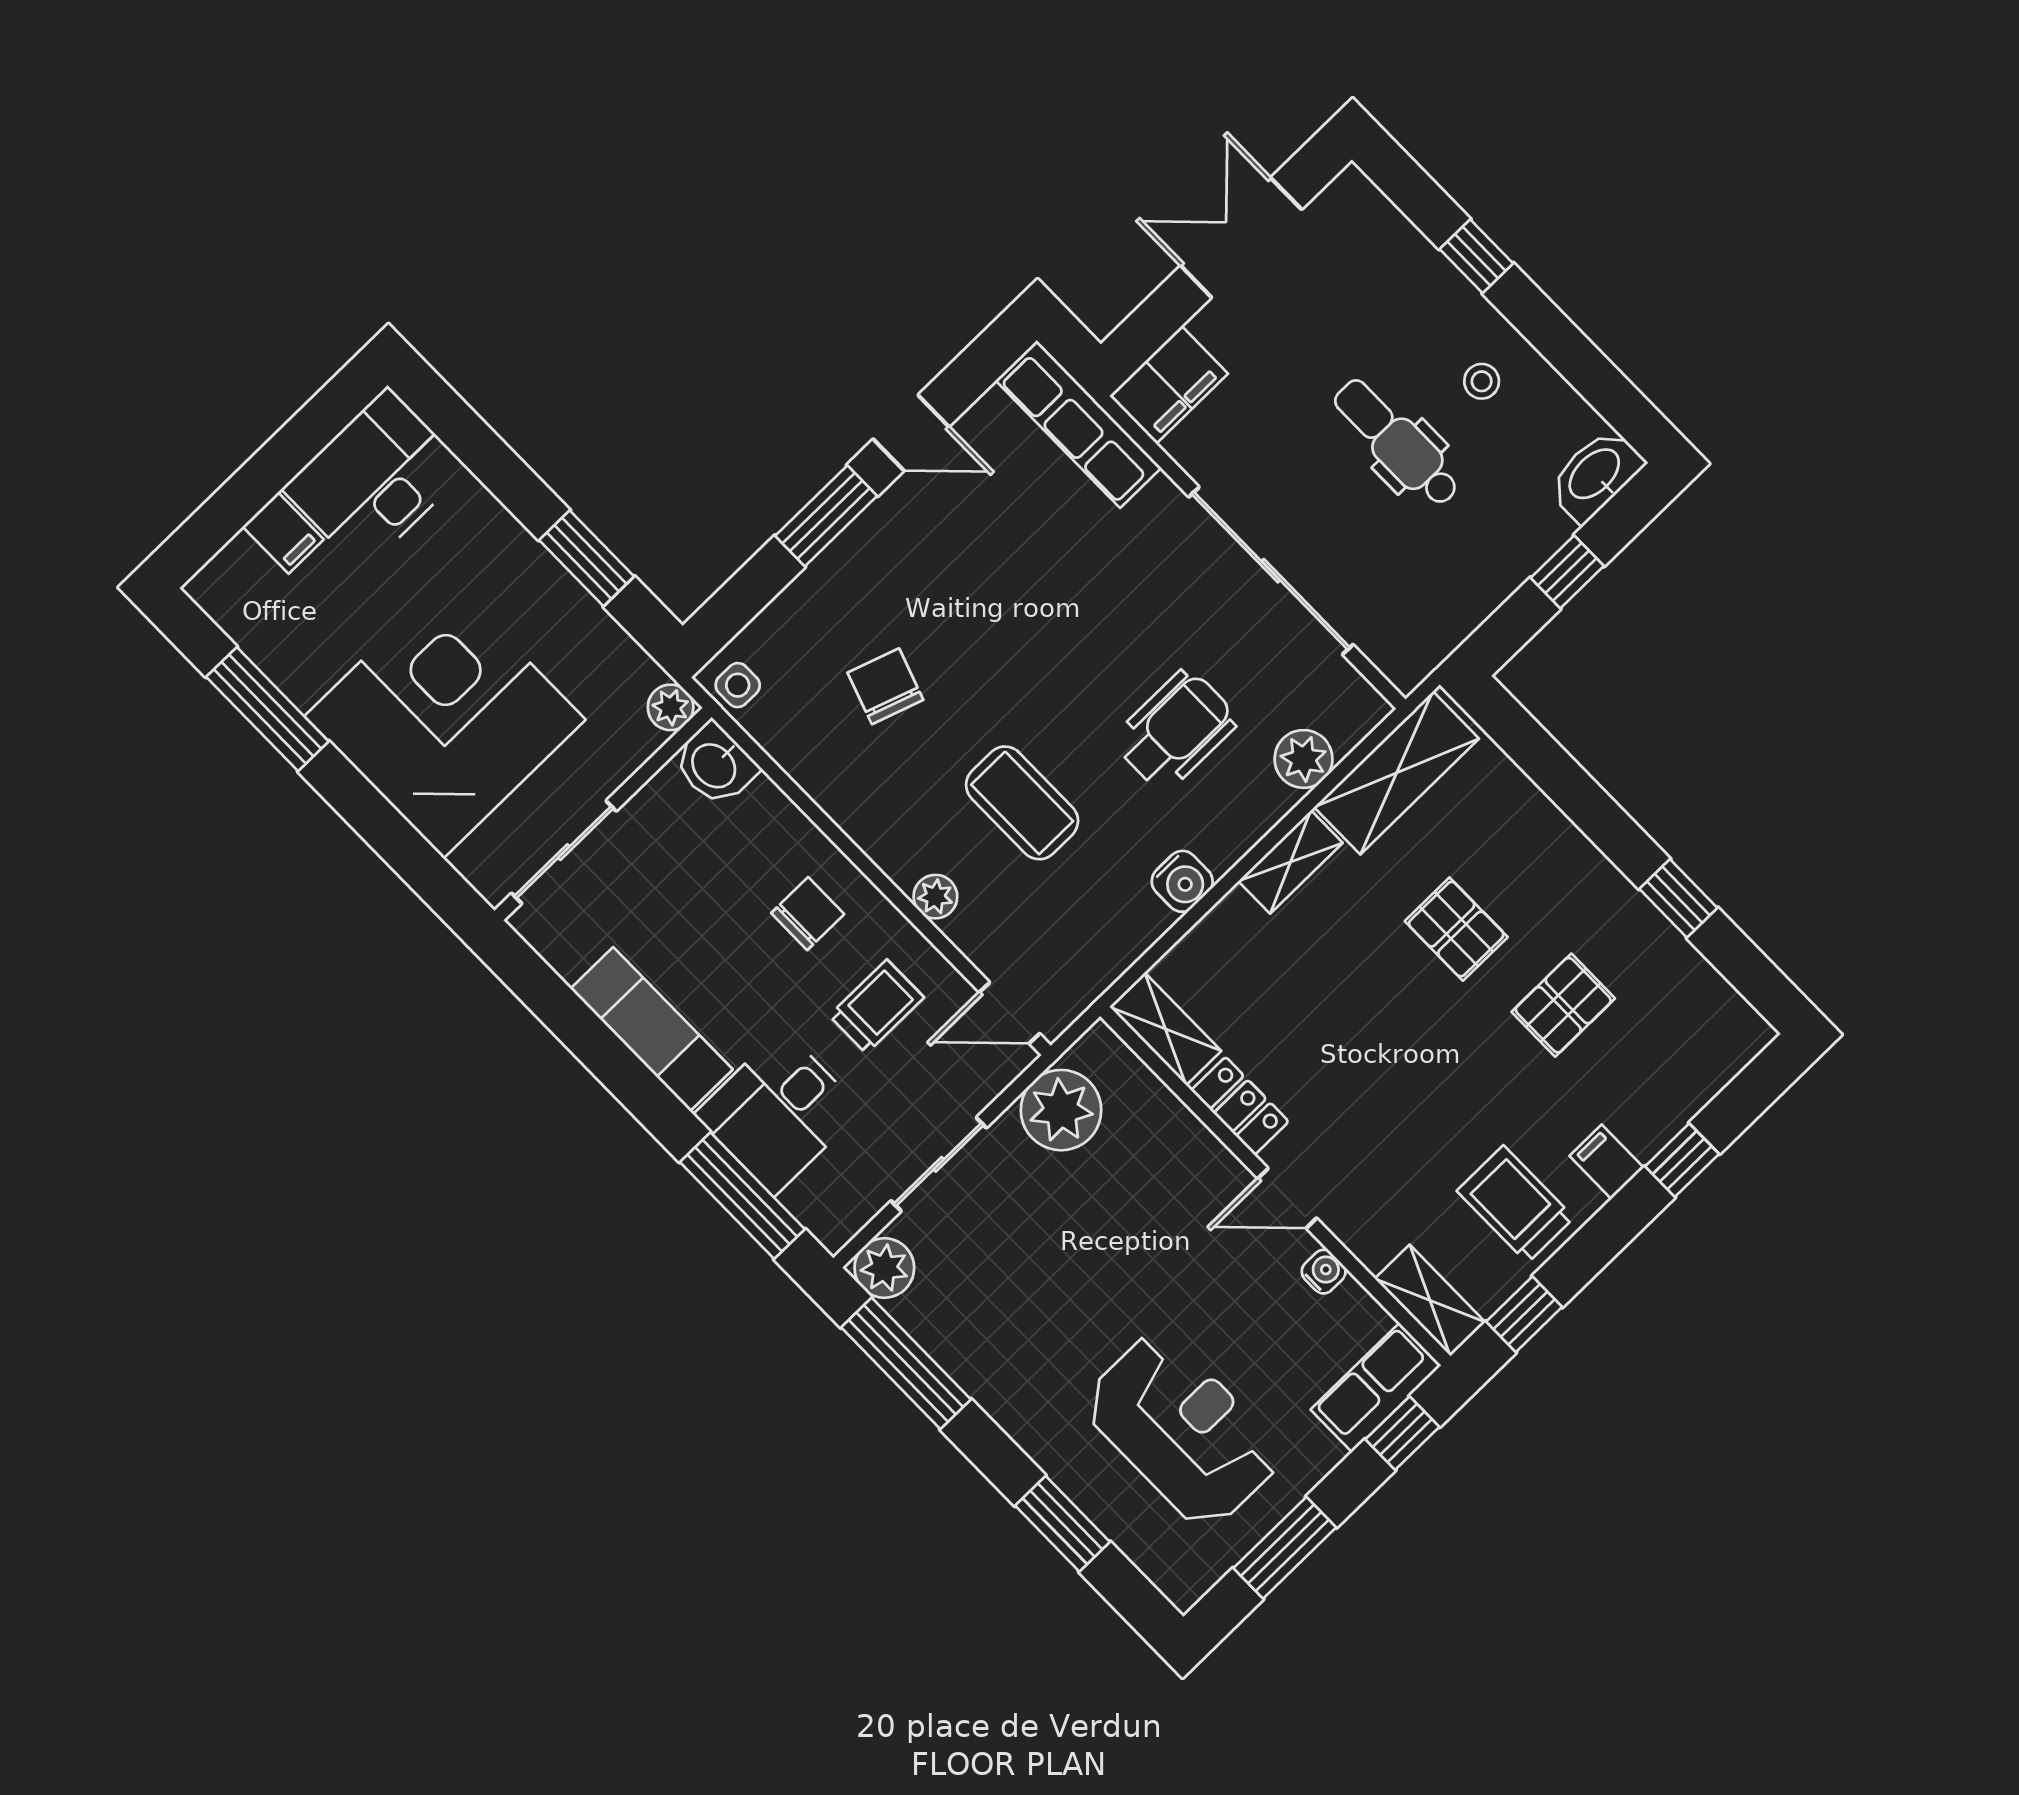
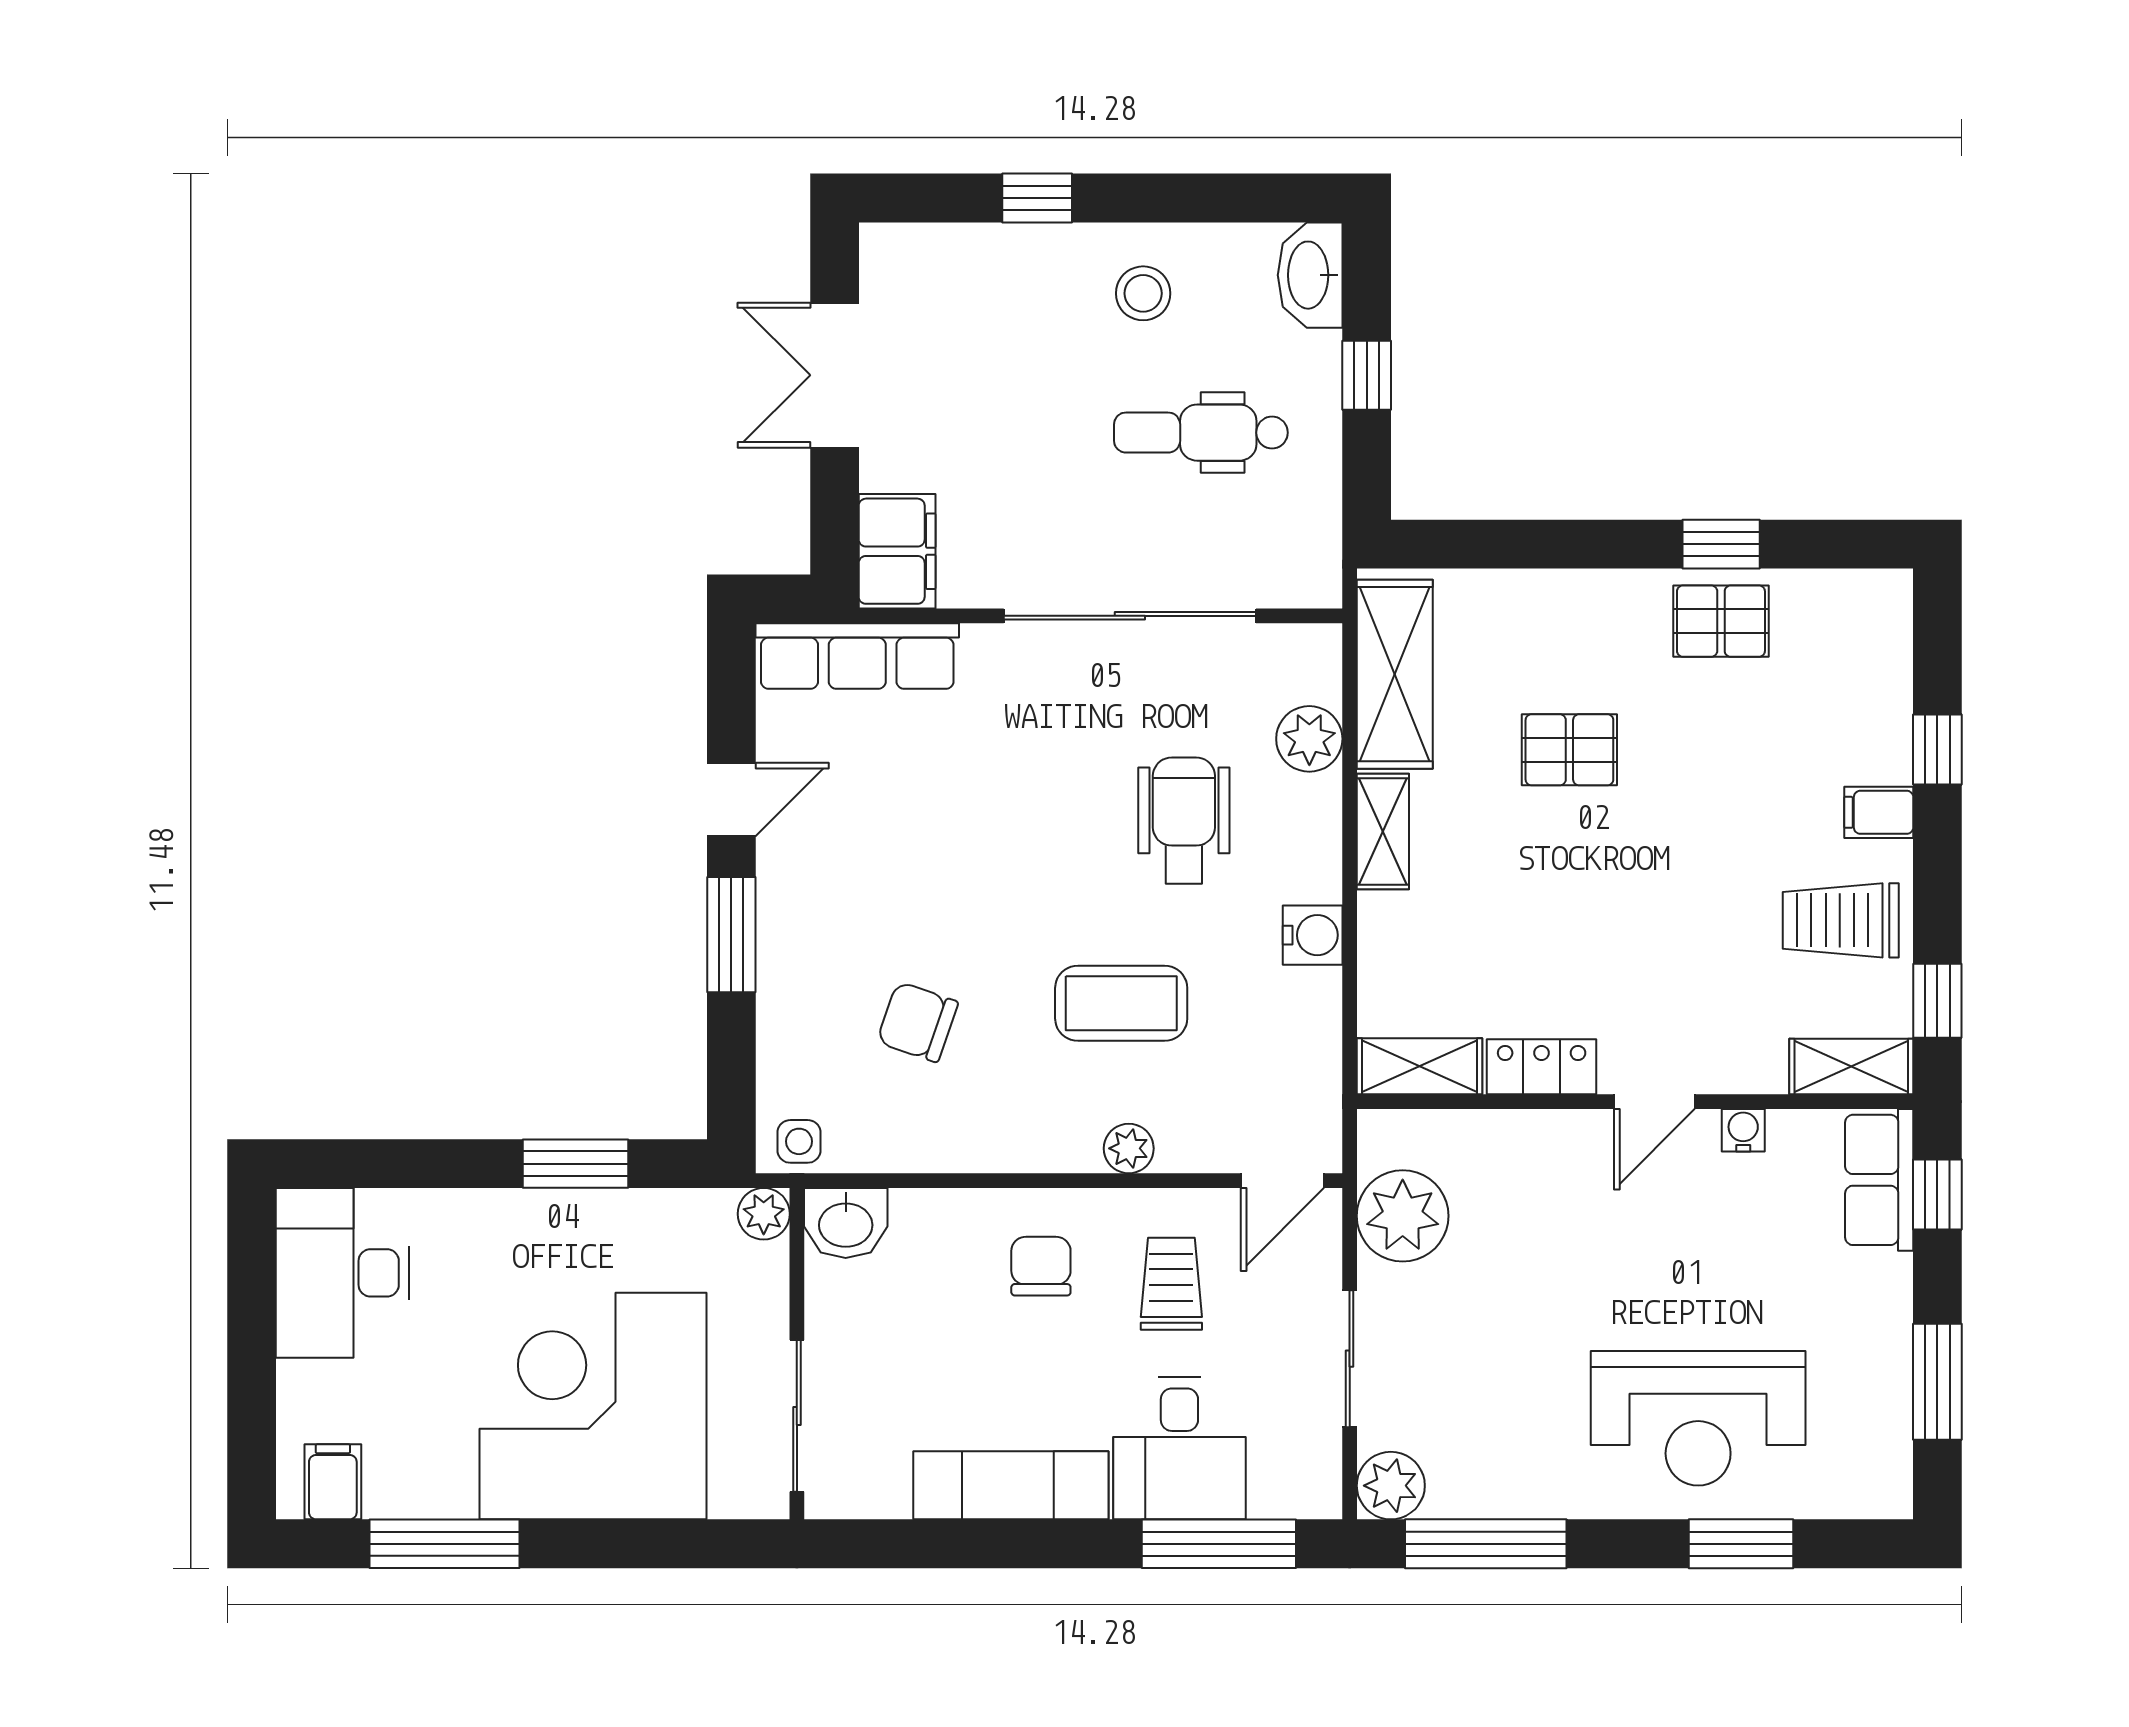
stool: (1482, 381) -> (1143, 293), width x1.37, depth x1.37
dental chair: (1397, 443) -> (1201, 433), moved
filing cabinet: (283, 533) -> (333, 1482), moved, turned -90
pallet: (1563, 1005) -> (1721, 621), moved, turned 90
reception desk: (1182, 1430) -> (1698, 1418), moved, turned 180

